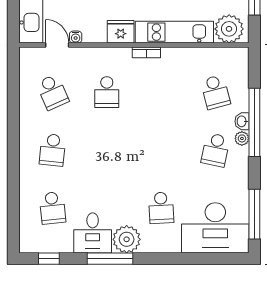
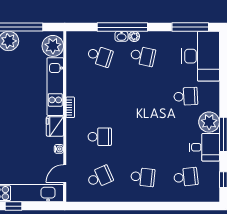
water cooler: (76, 37) -> (59, 149), moved
school desk: (215, 92) -> (100, 56), turned 33

